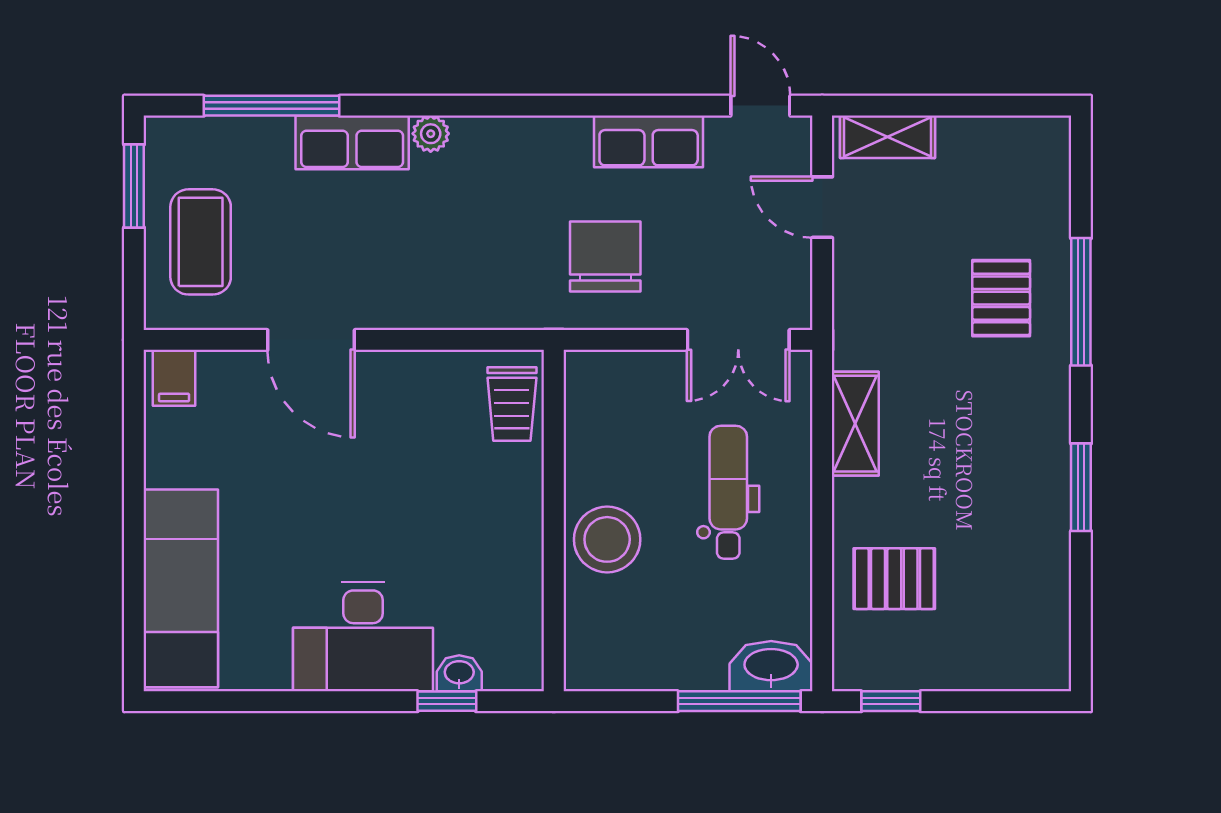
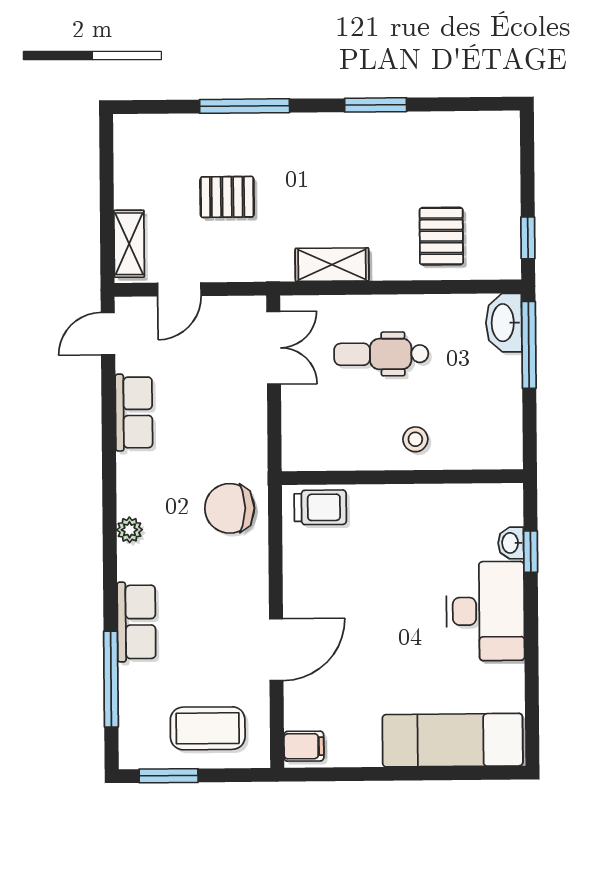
plant: (431, 134) -> (129, 530), moved
chair: (605, 256) -> (230, 508), moved
pallet: (1001, 298) -> (227, 197), moved
stool: (607, 539) -> (415, 439), width x0.53, depth x0.53

